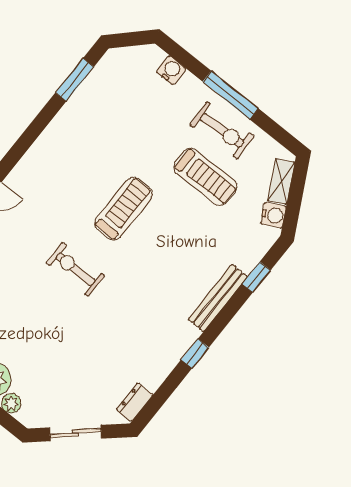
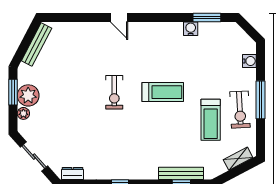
water cooler: (273, 215) -> (191, 29), moved, turned -152
exercise bike: (75, 269) -> (114, 92), turned 180
bench: (218, 298) -> (181, 173), moved

